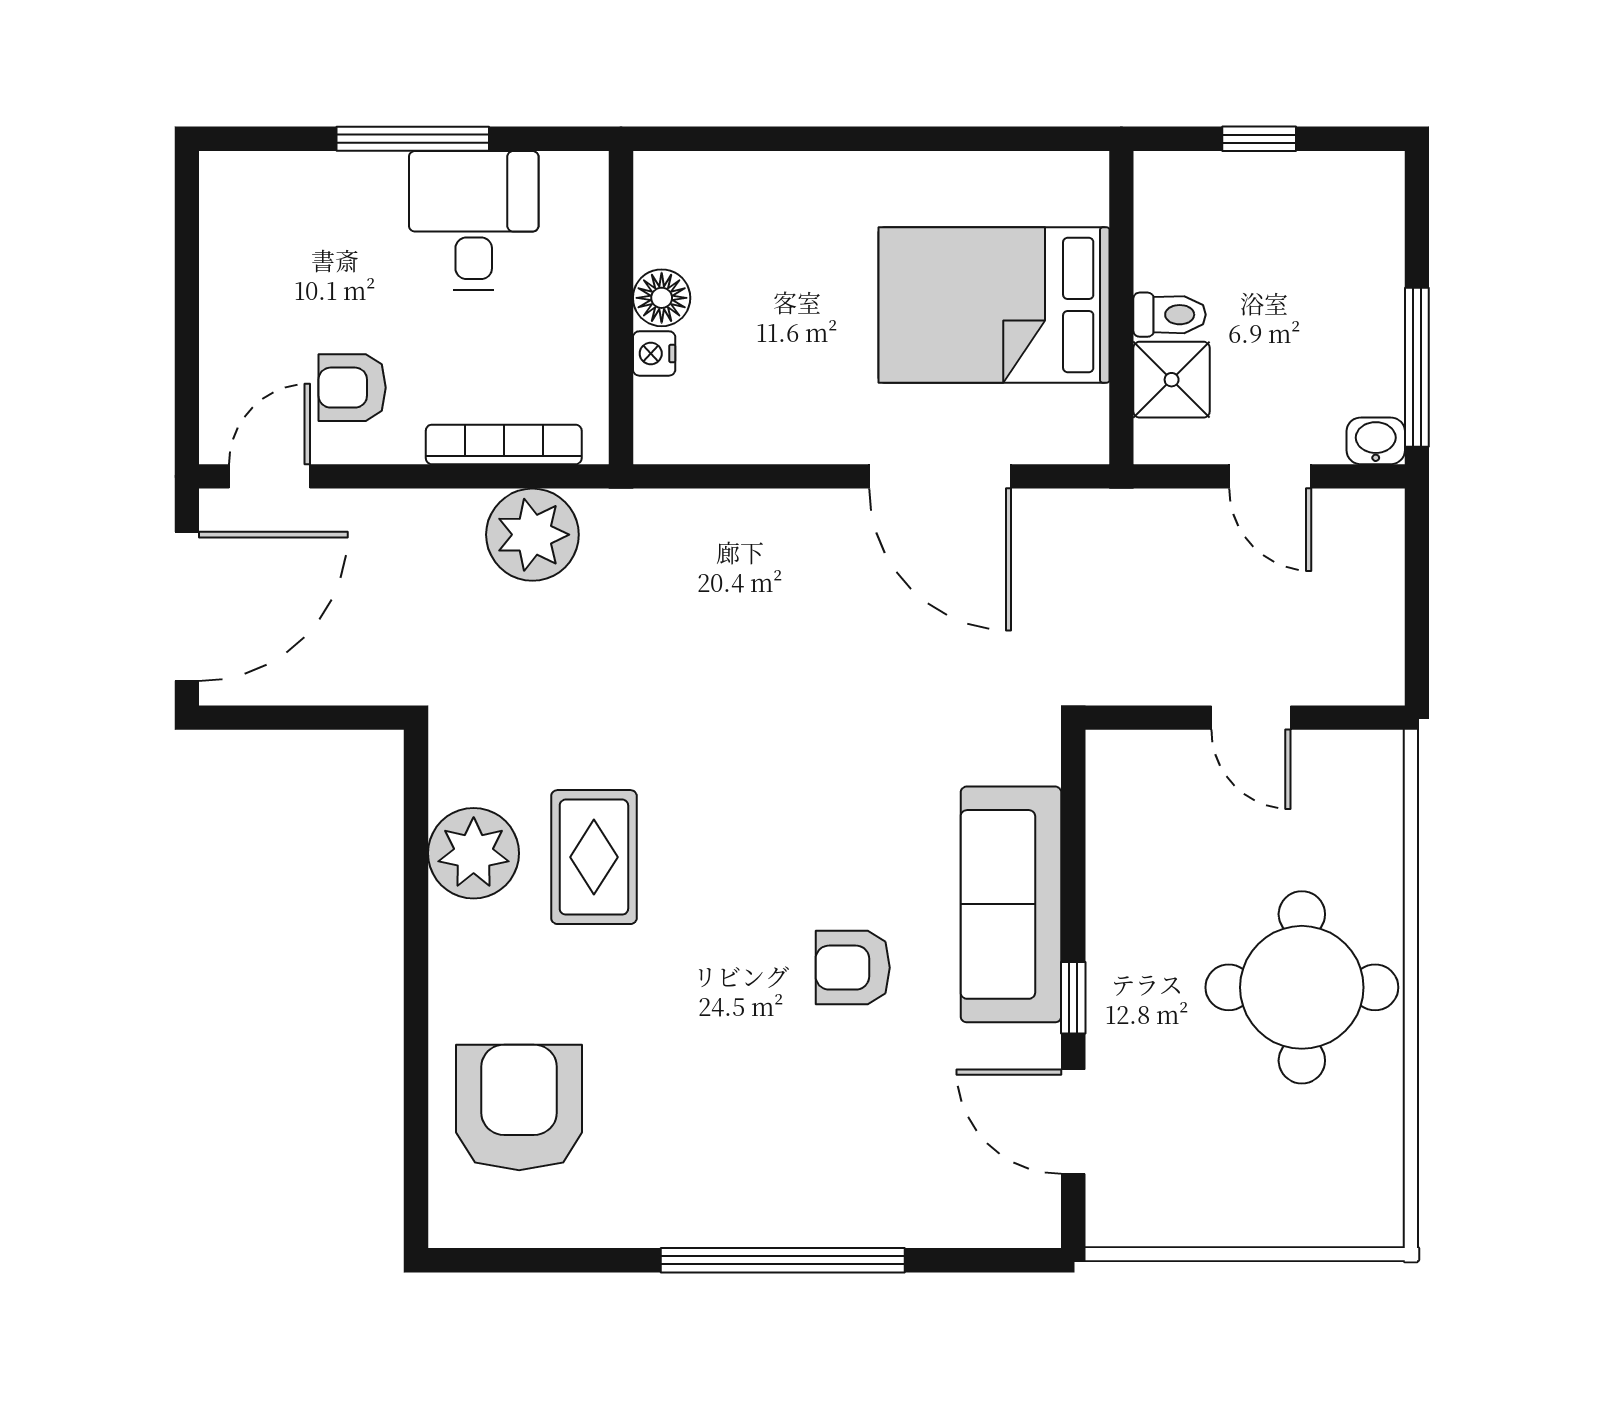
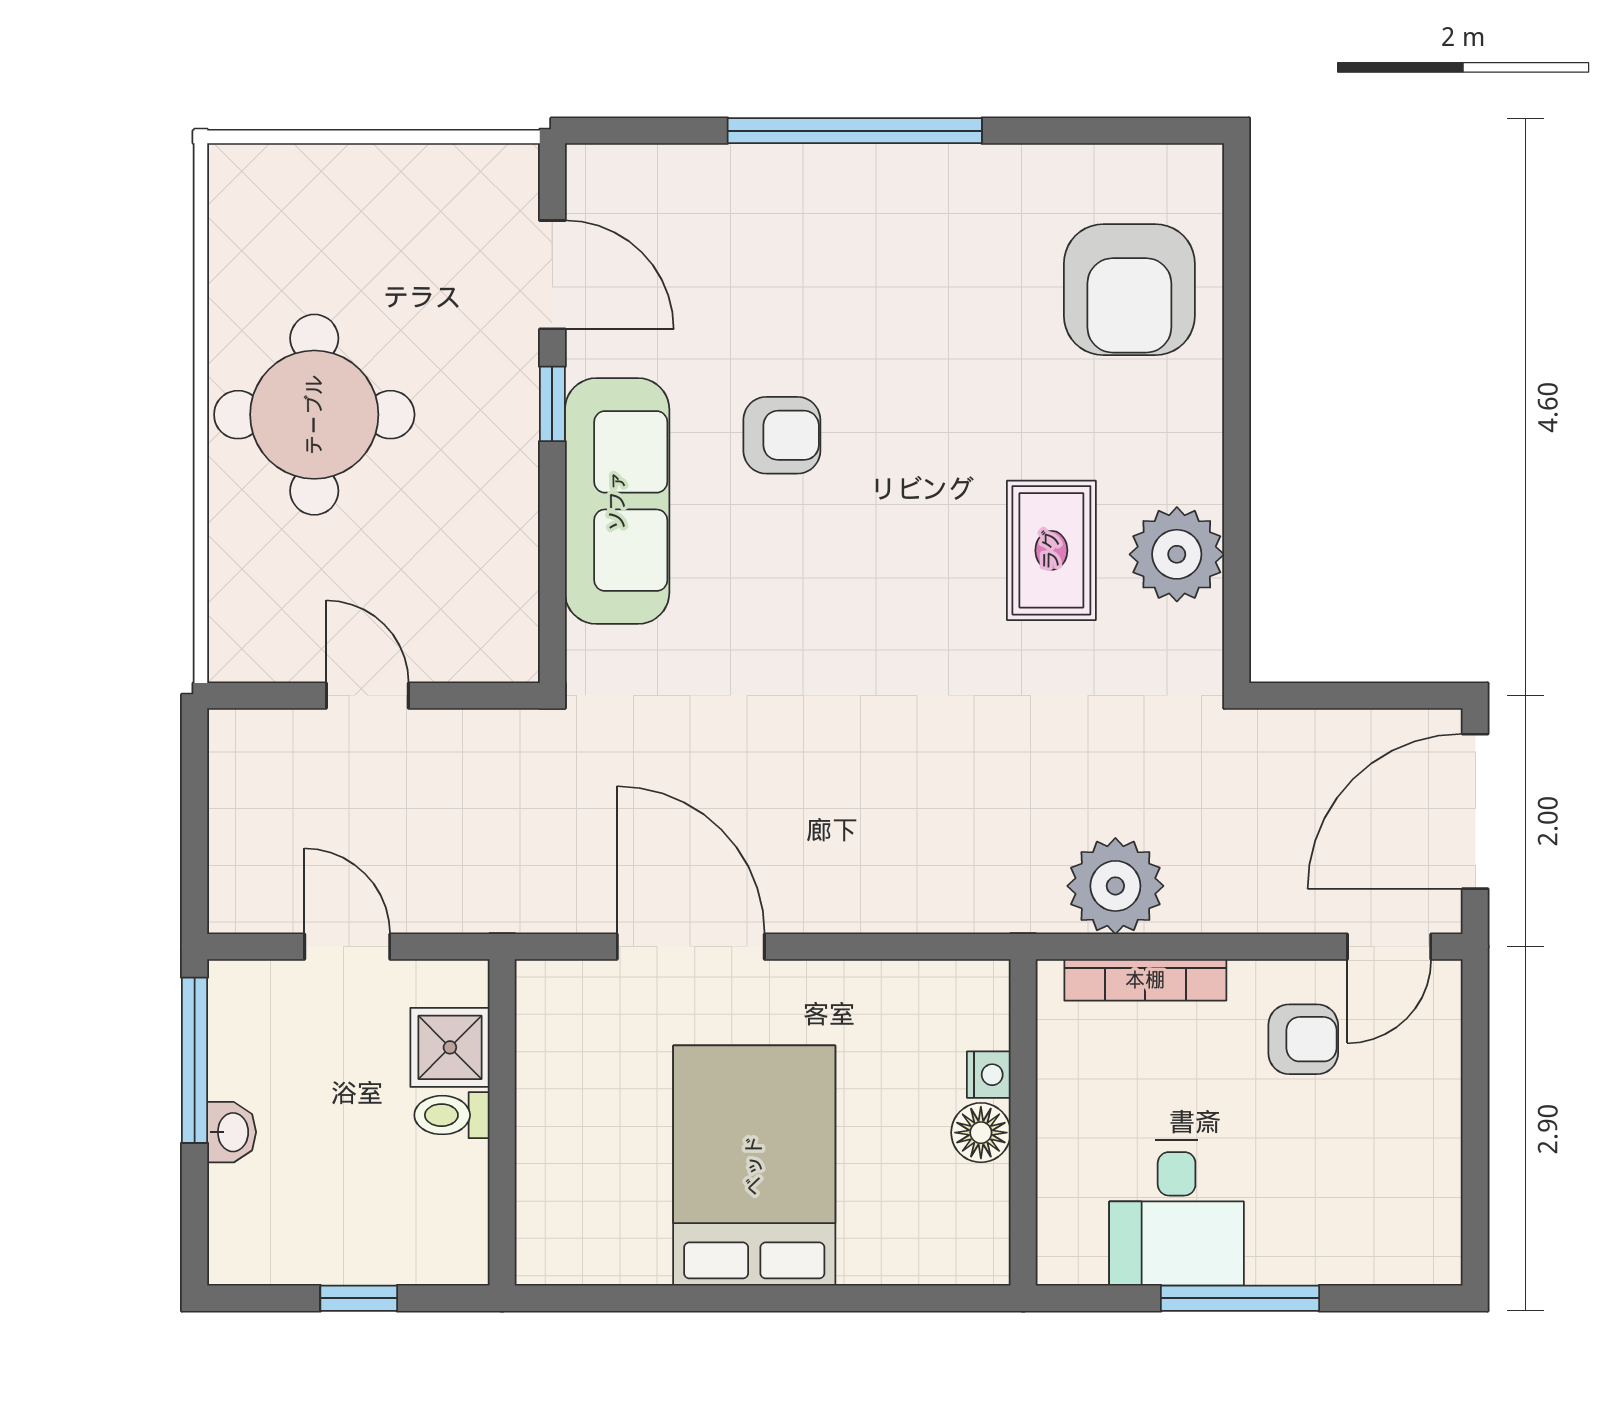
bed: (994, 305) -> (754, 1166), moved, turned -90
washbasin: (1376, 441) -> (232, 1132), moved, turned -90

